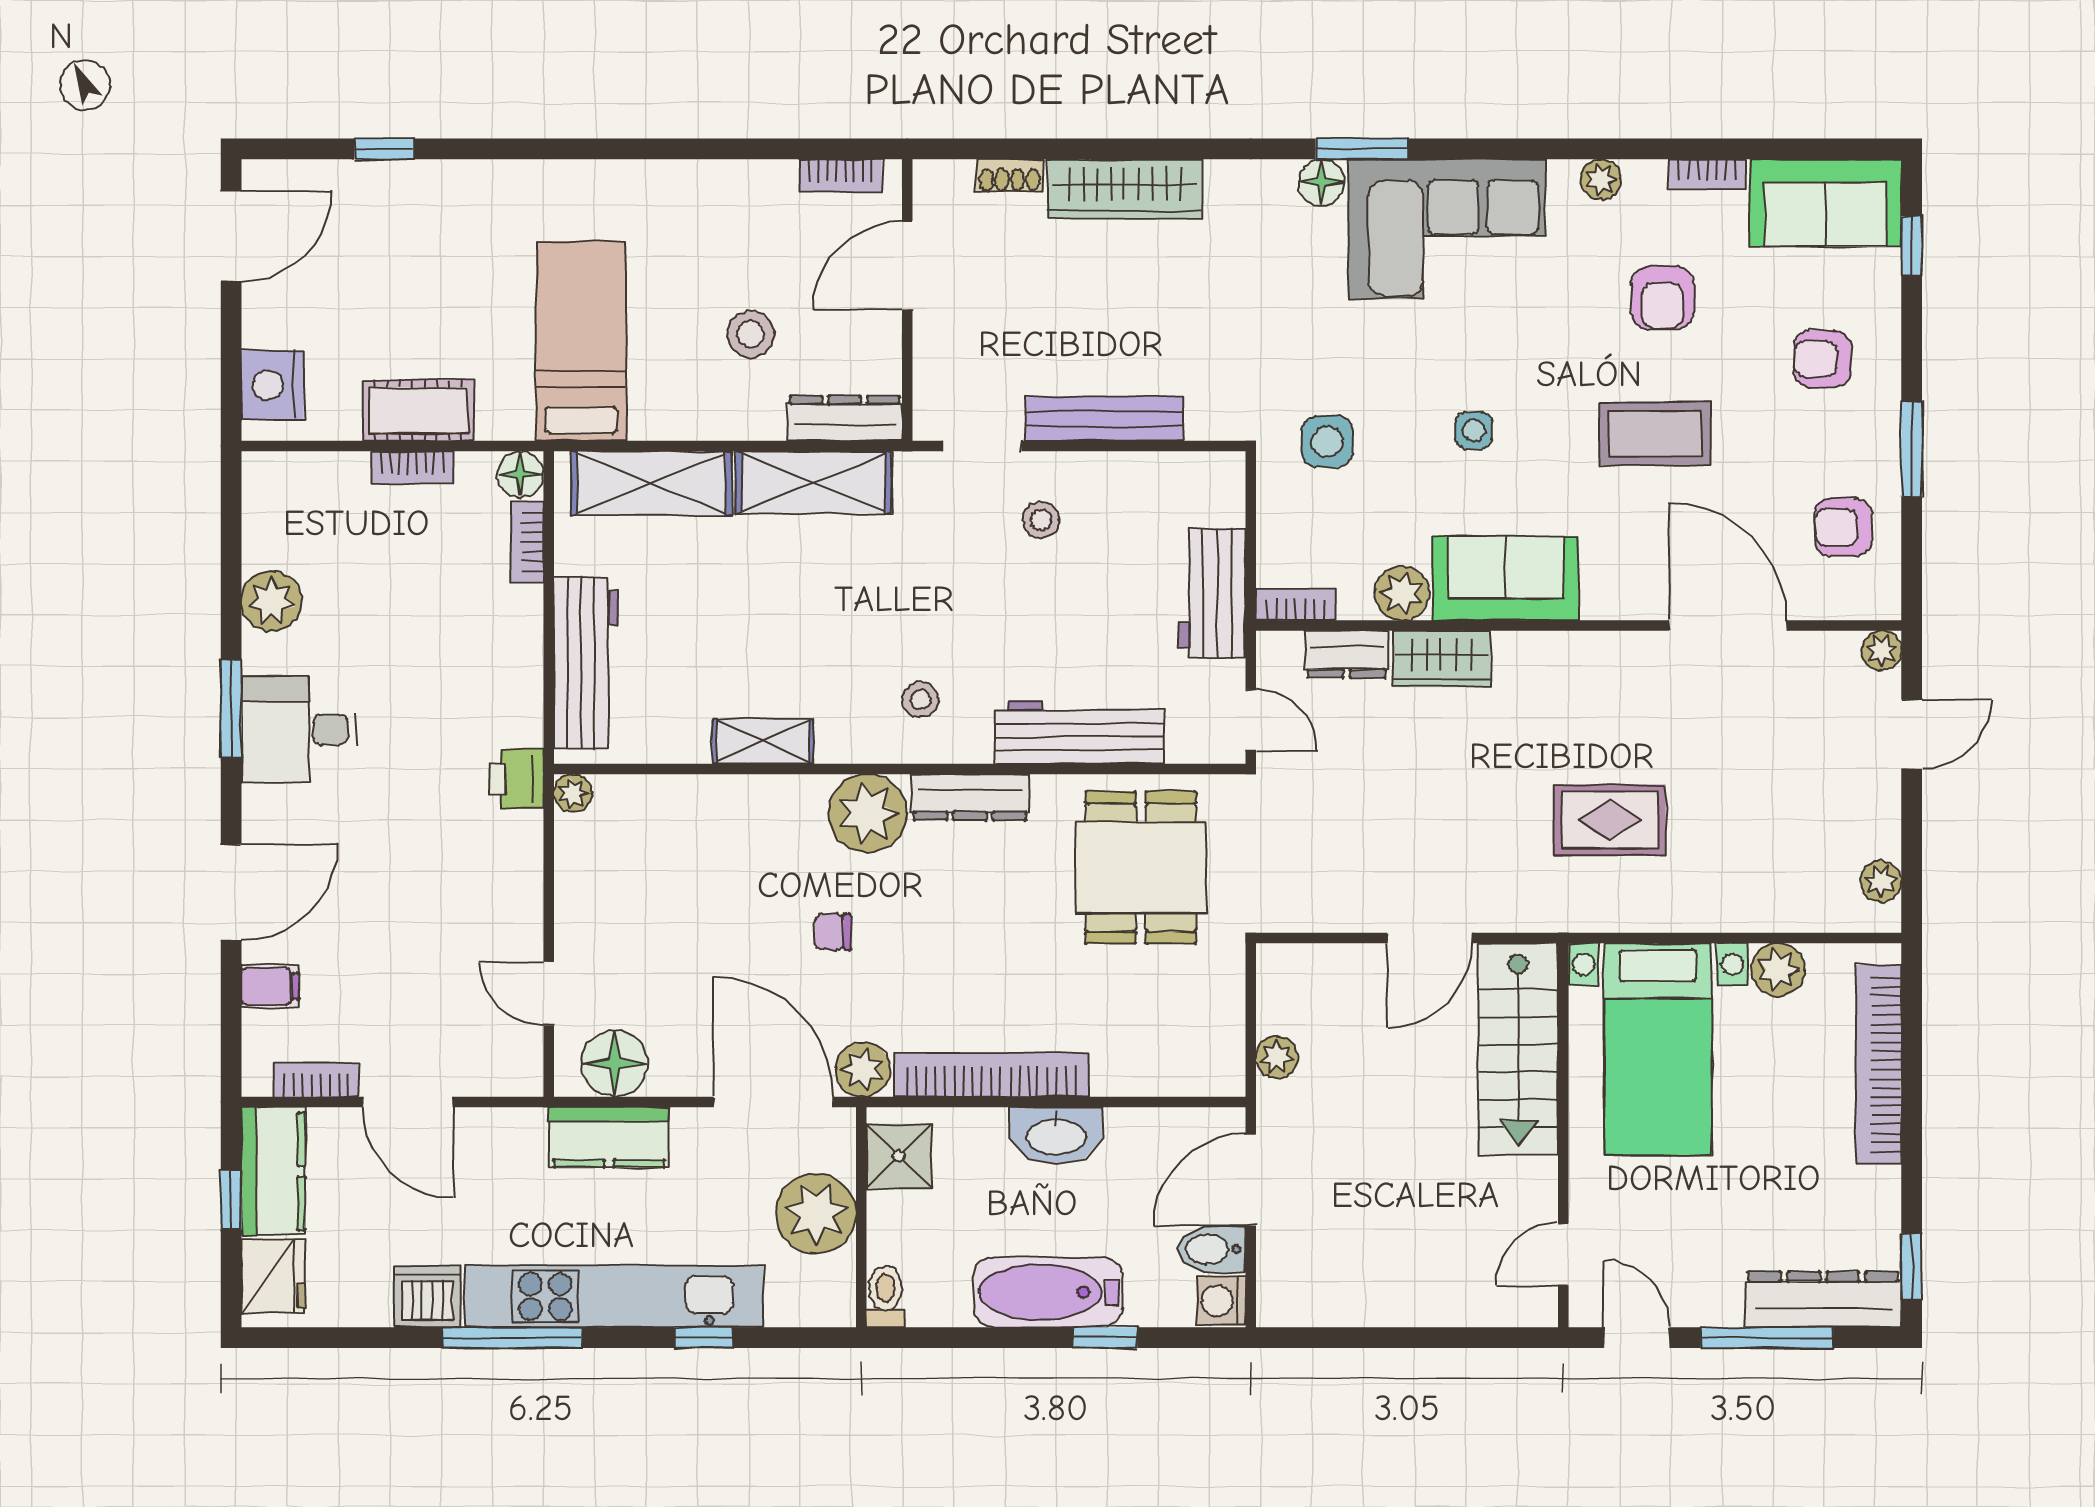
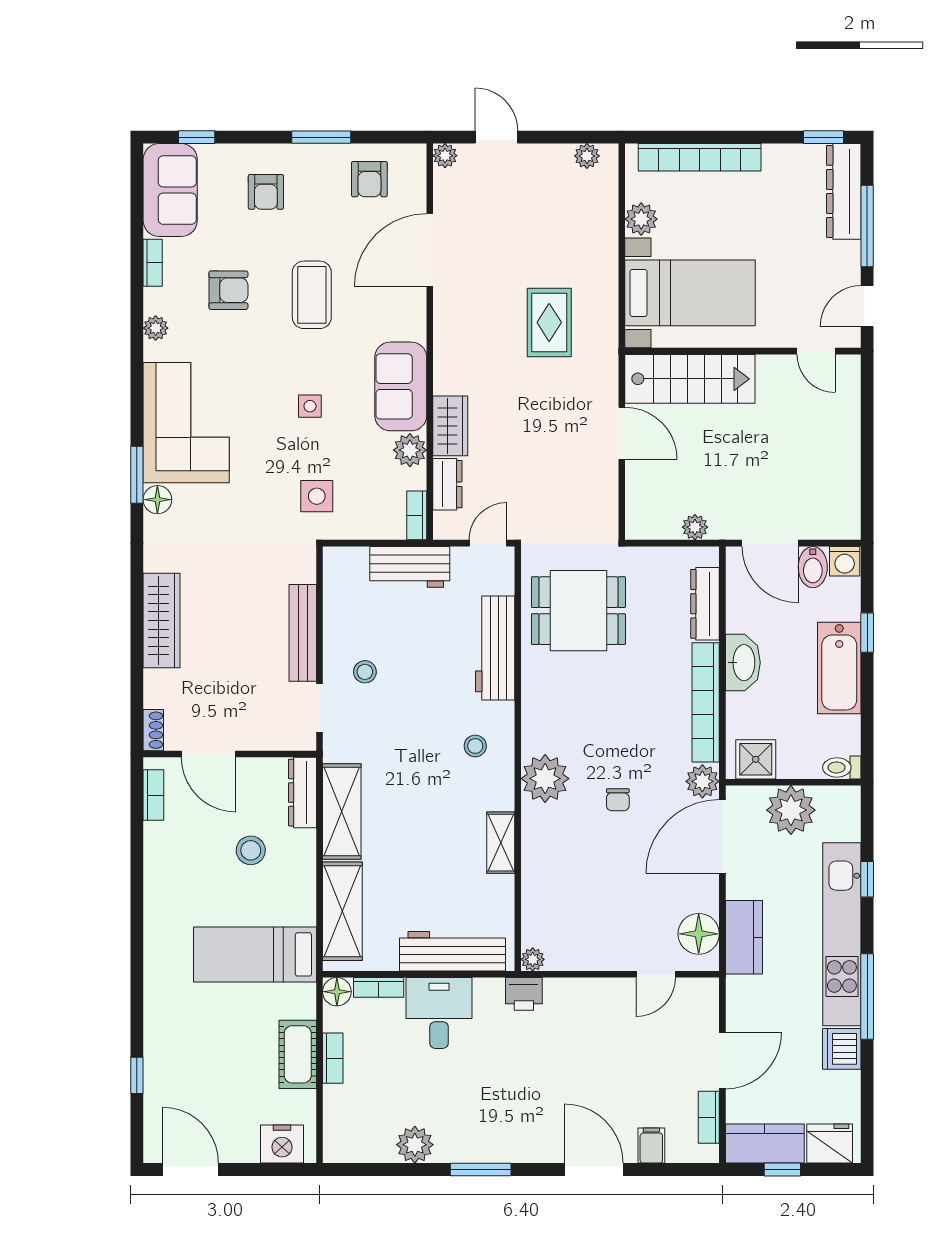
shoe rack: (1010, 176) -> (153, 730), moved
desk: (299, 730) -> (439, 1013), moved, turned 180
dresser: (970, 797) -> (705, 604), moved, turned 180

